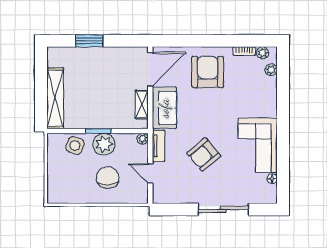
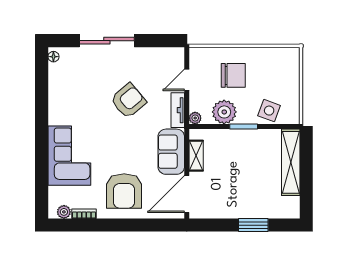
plant: (271, 70) -> (55, 193), removed
plant: (104, 144) -> (224, 112), moved
corner sofa: (258, 145) -> (69, 156), moved
door: (150, 174) -> (187, 80), swing flipped
chair: (108, 178) -> (233, 75), turned -88
floor lamp: (272, 179) -> (53, 57), moved

